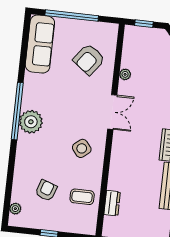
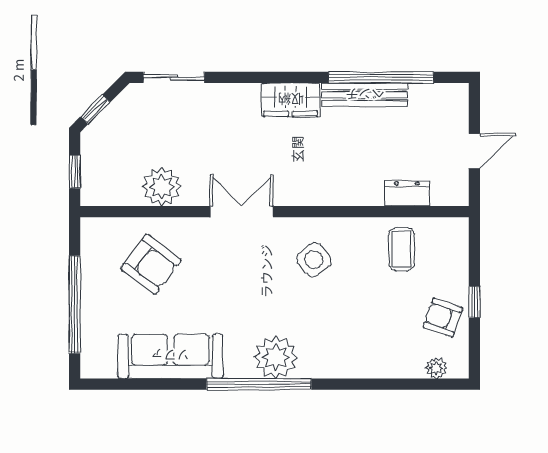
sofa: (40, 44) -> (170, 356), moved
plant: (125, 74) -> (162, 187), width x1.87, depth x1.87
armchair: (46, 190) -> (443, 317), moved

